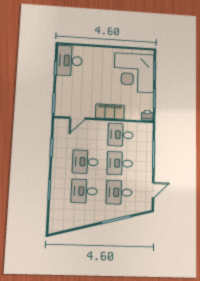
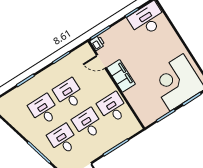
filing cabinet: (110, 112) -> (121, 76), moved
printer: (147, 116) -> (97, 43), moved

